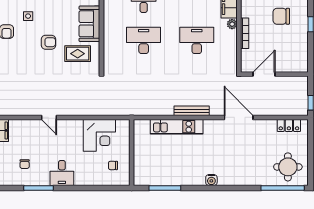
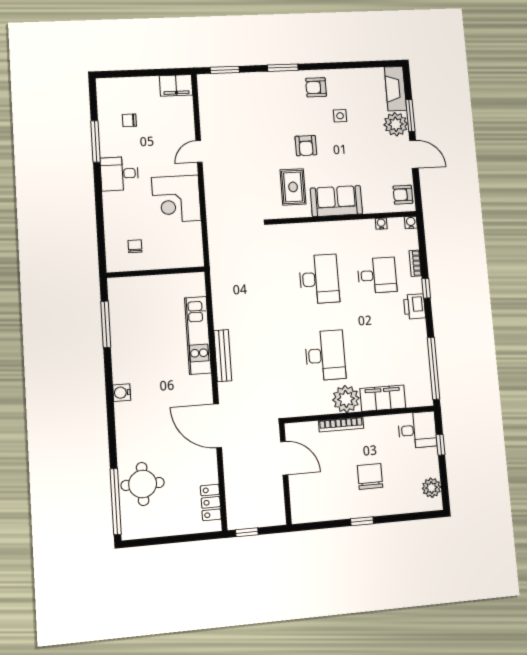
plant: (232, 24) -> (346, 399), width x1.87, depth x1.87
door: (239, 117) -> (218, 426), swing flipped
corner desk: (99, 135) -> (176, 199), moved
round table: (288, 167) -> (143, 484), moved

